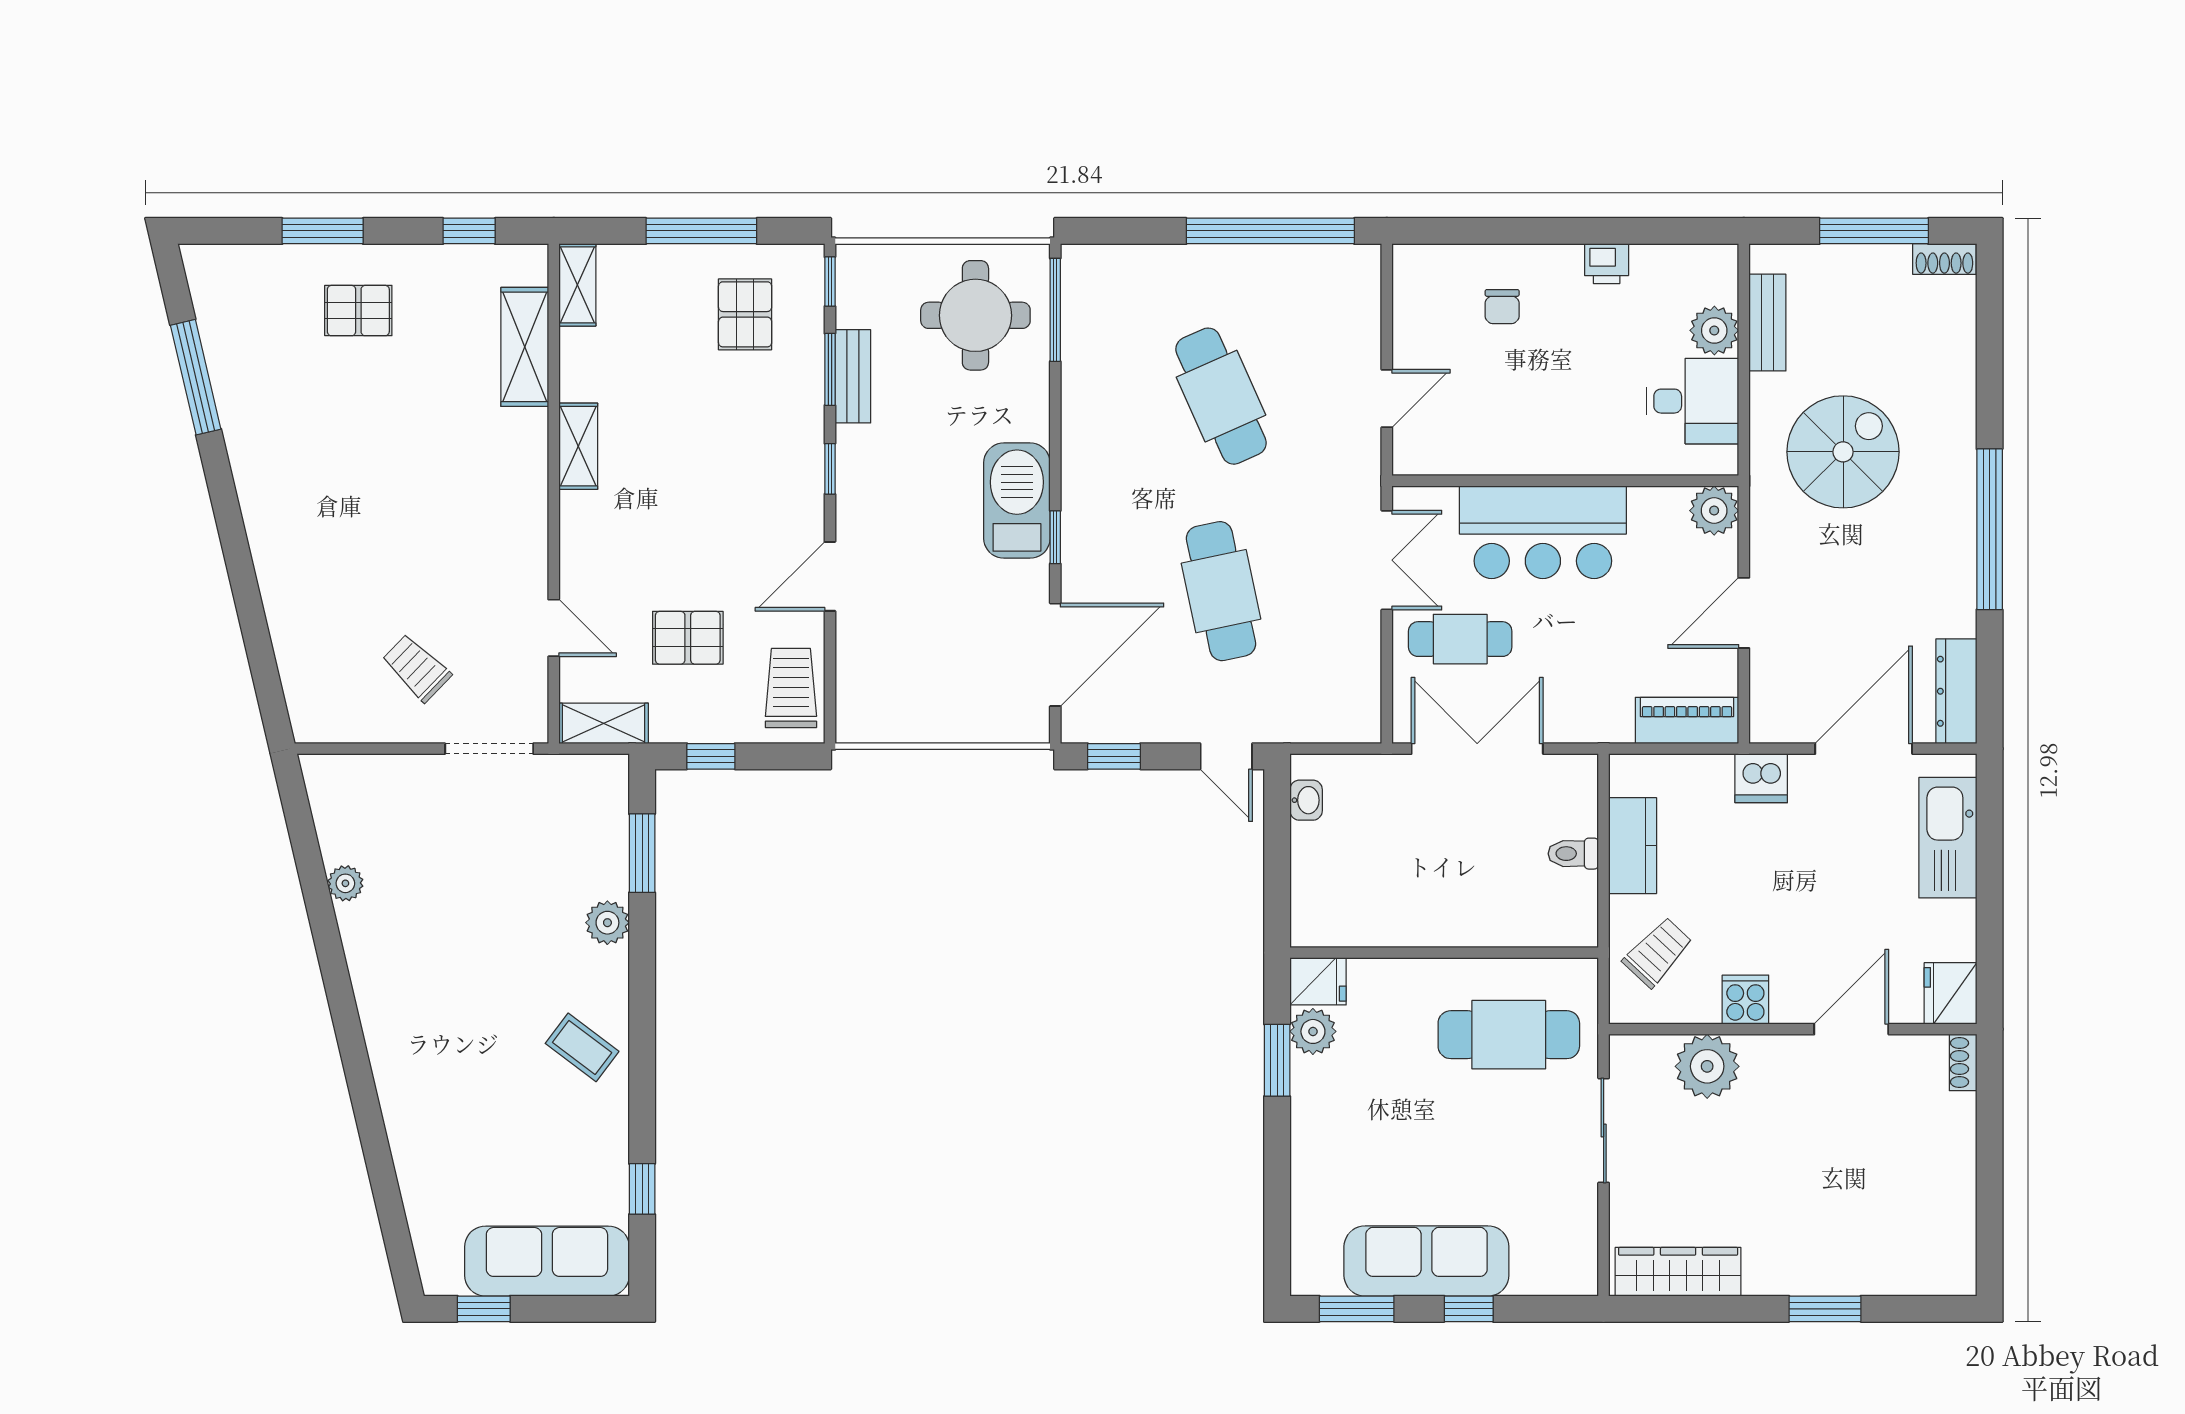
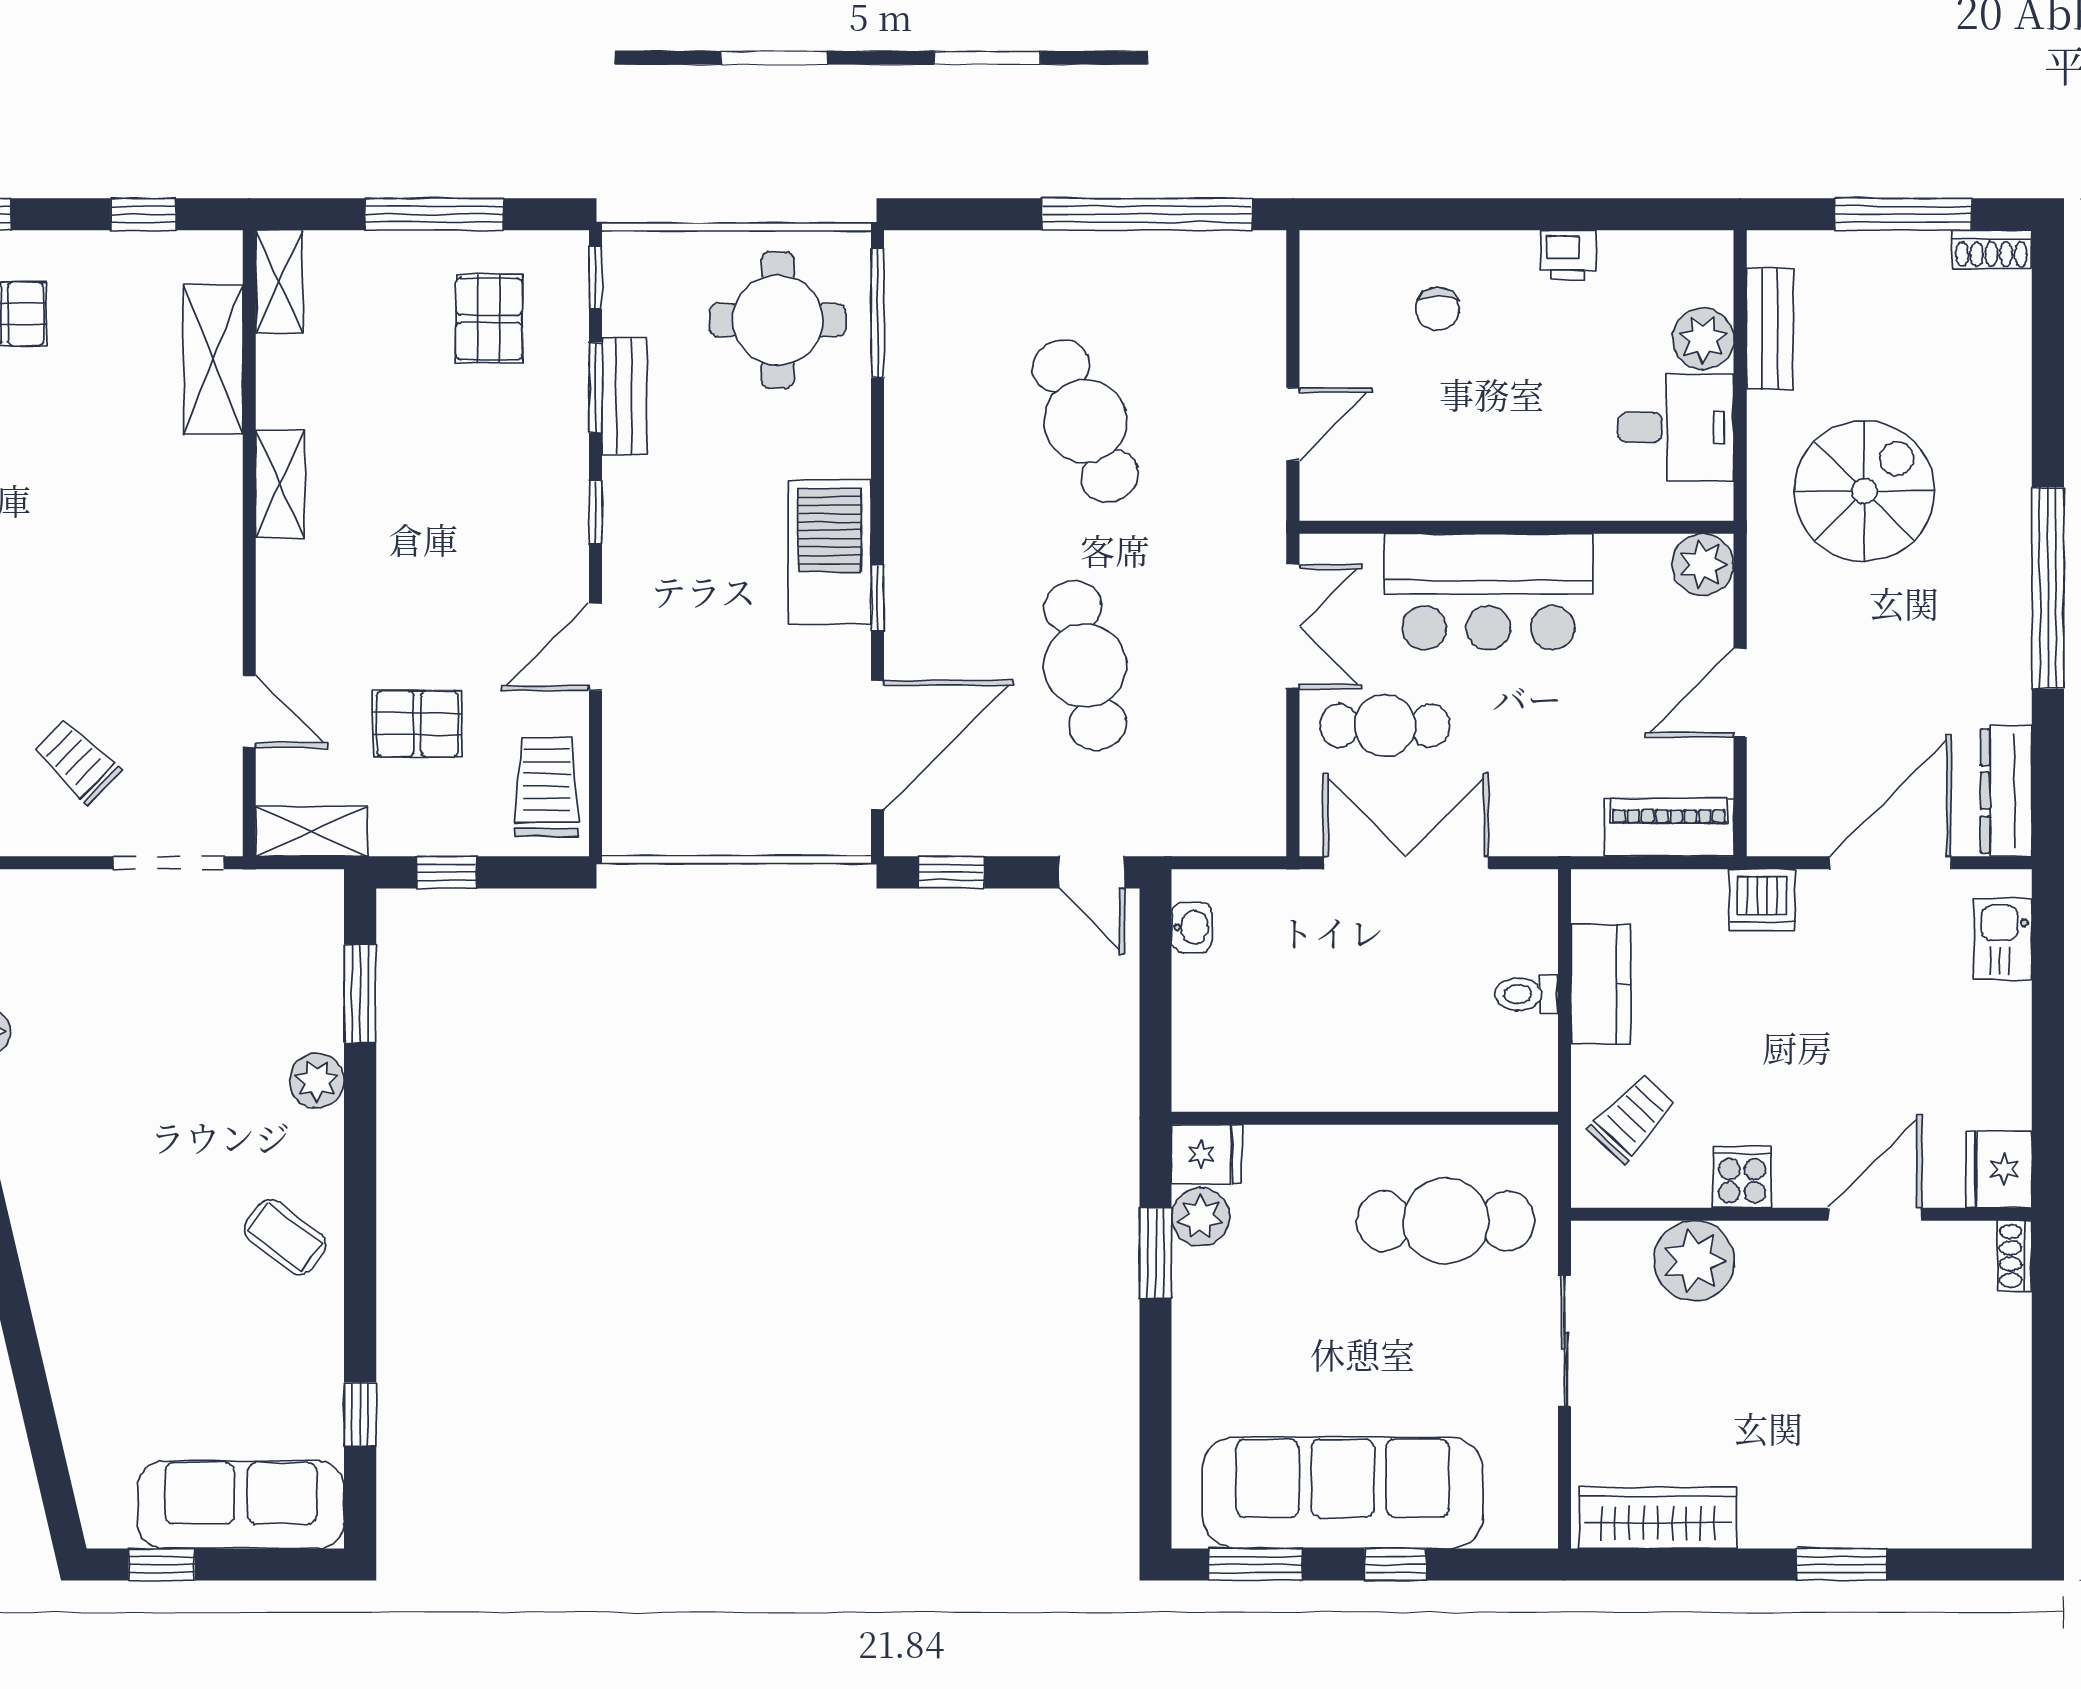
kitchen sink: (1948, 838) -> (2003, 939), width x0.53, depth x0.81
sofa: (1426, 1261) -> (1343, 1493), width x1.36, depth x1.27

